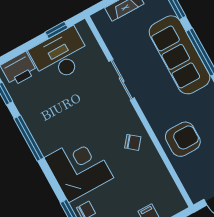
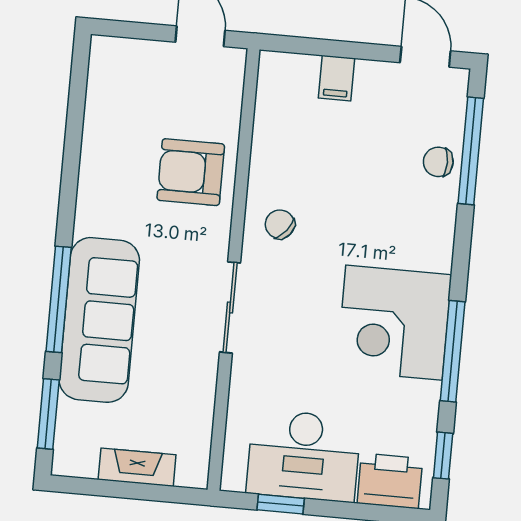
sliding door: (122, 80) -> (230, 307), moved
corner desk: (79, 168) -> (394, 323), moved

